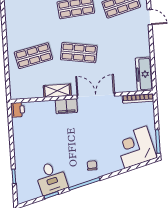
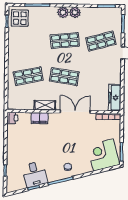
filing cabinet: (66, 106) -> (40, 118), moved

